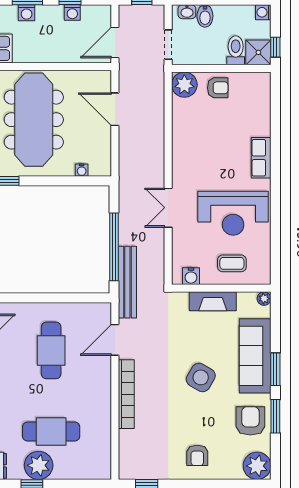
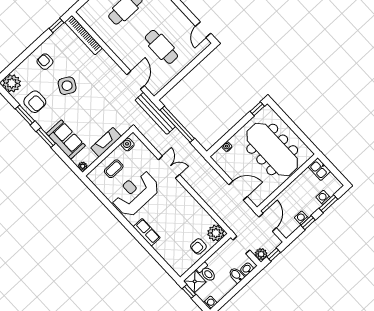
plant: (155, 14) -> (261, 254), added
sofa: (255, 356) -> (66, 140), width x0.73
side table: (201, 377) -> (67, 86), moved
bookcase: (126, 394) -> (83, 35), moved

